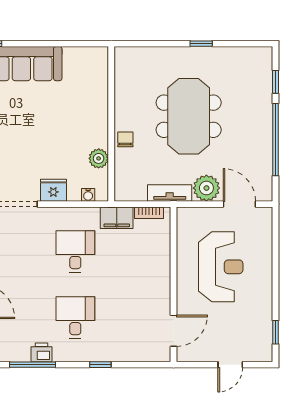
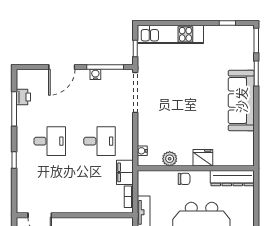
dresser: (124, 75) -> (232, 178), added
fridge: (53, 190) -> (203, 158), moved, turned -90
printer: (42, 352) -> (23, 97), moved

